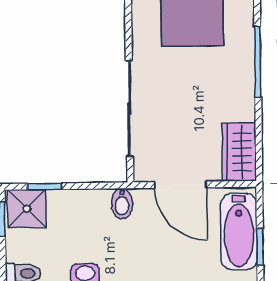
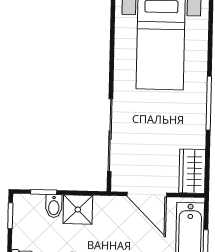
bidet: (122, 204) -> (54, 206), moved
shower: (27, 209) -> (78, 210), moved

